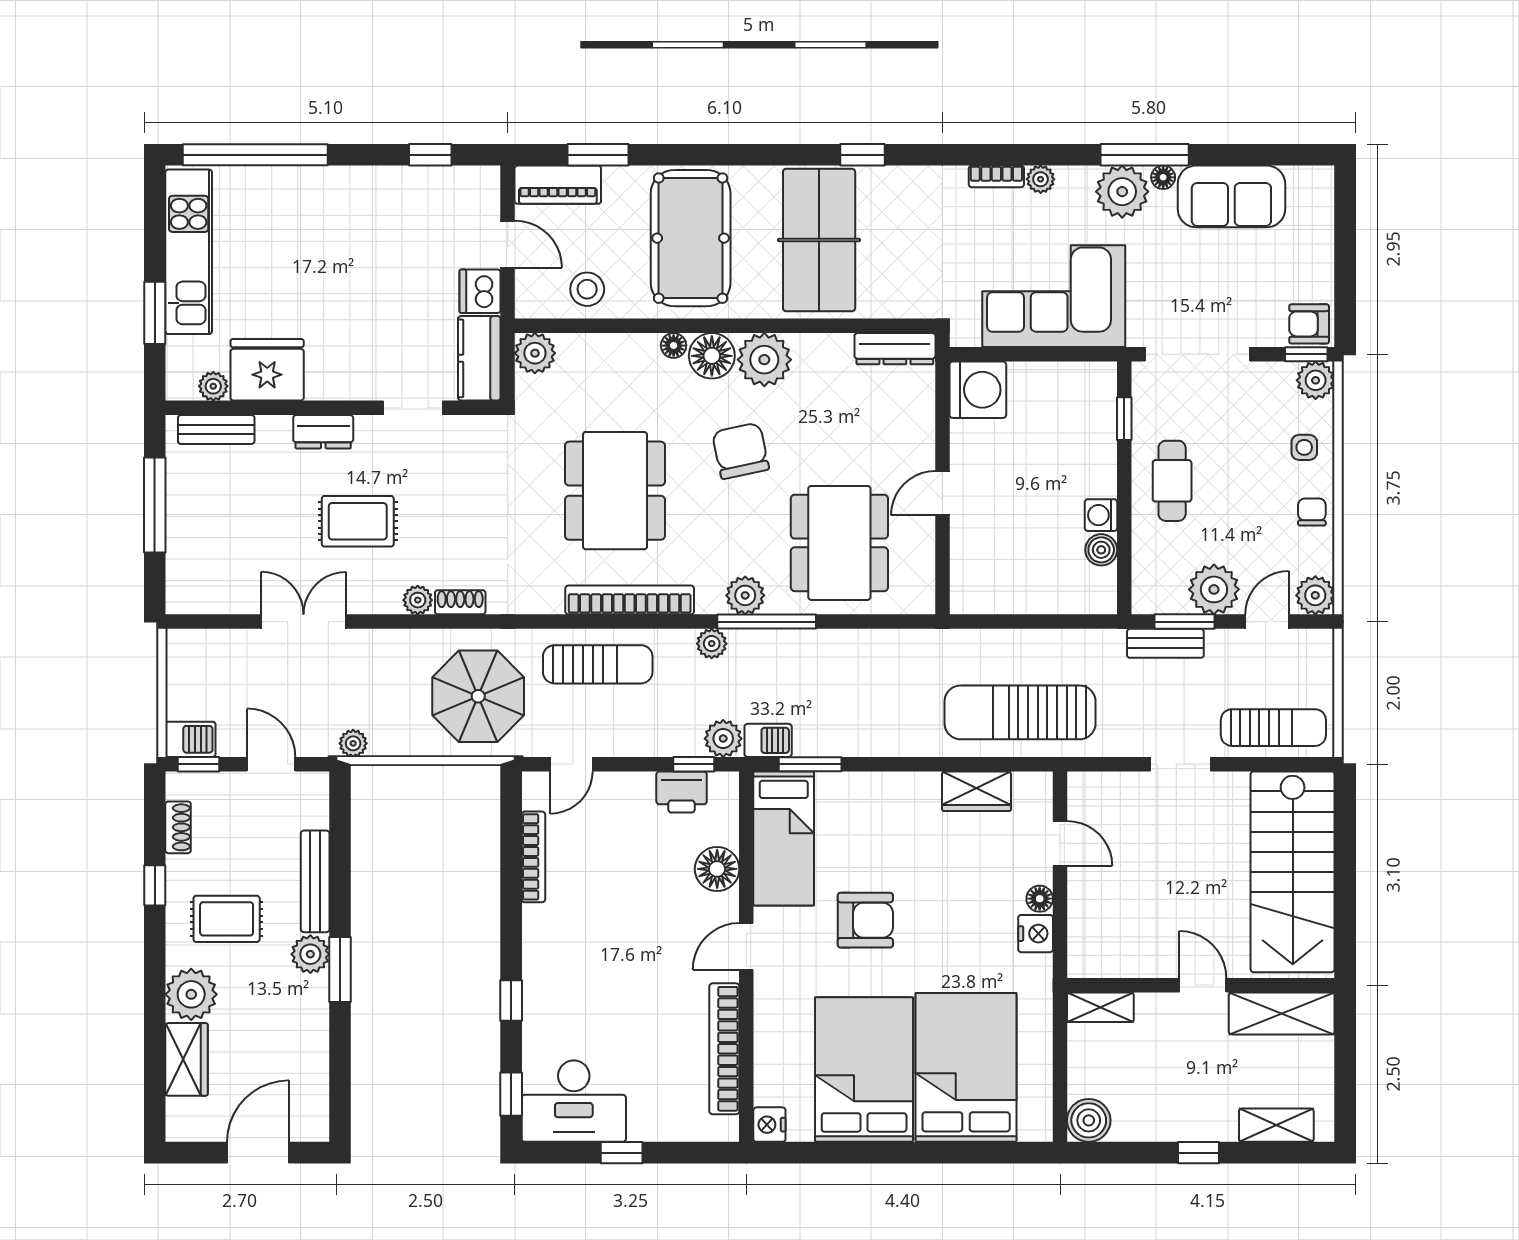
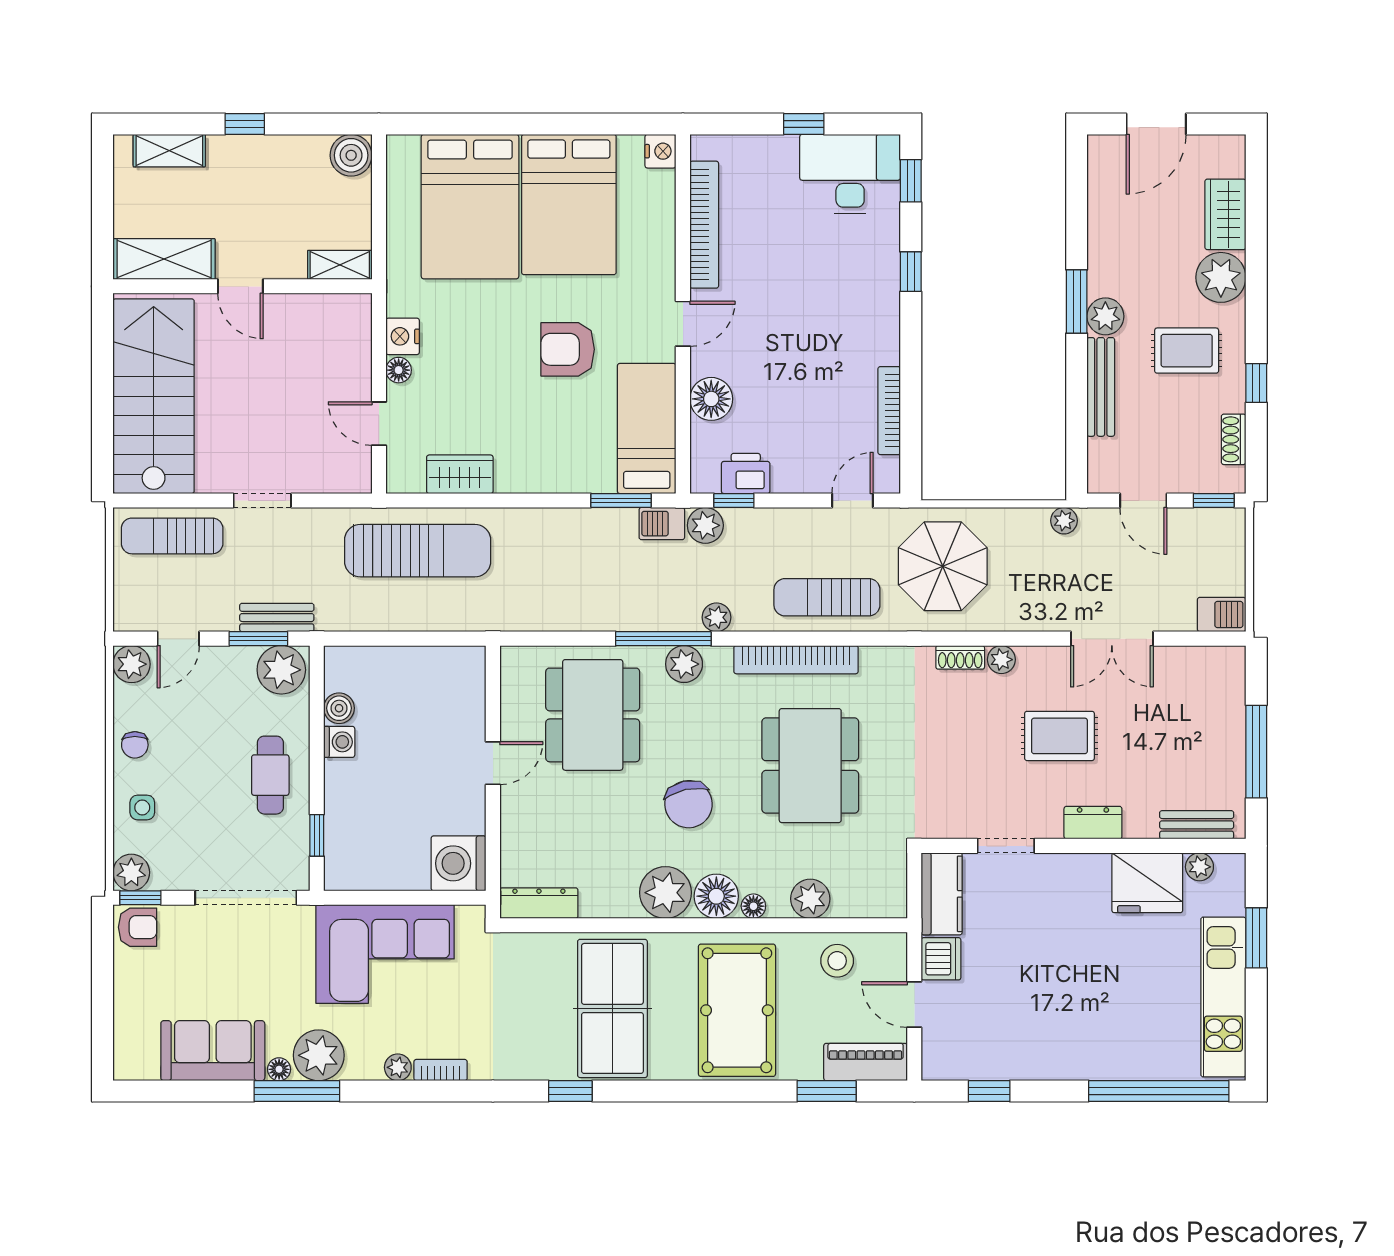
plant: (535, 353) -> (810, 899), moved
plant: (1214, 589) -> (281, 670), moved
barbecue: (190, 739) -> (1222, 615), moved, turned 180

